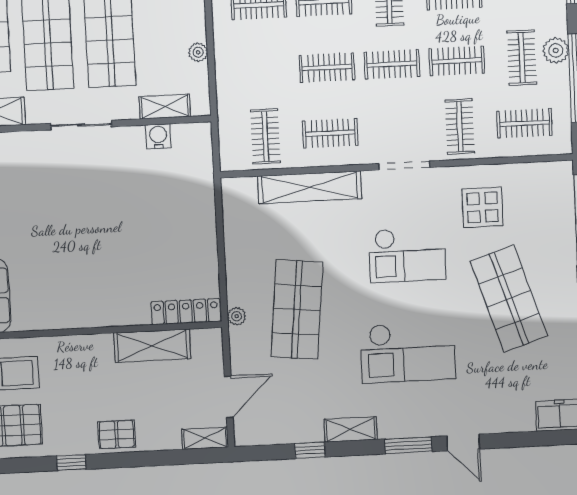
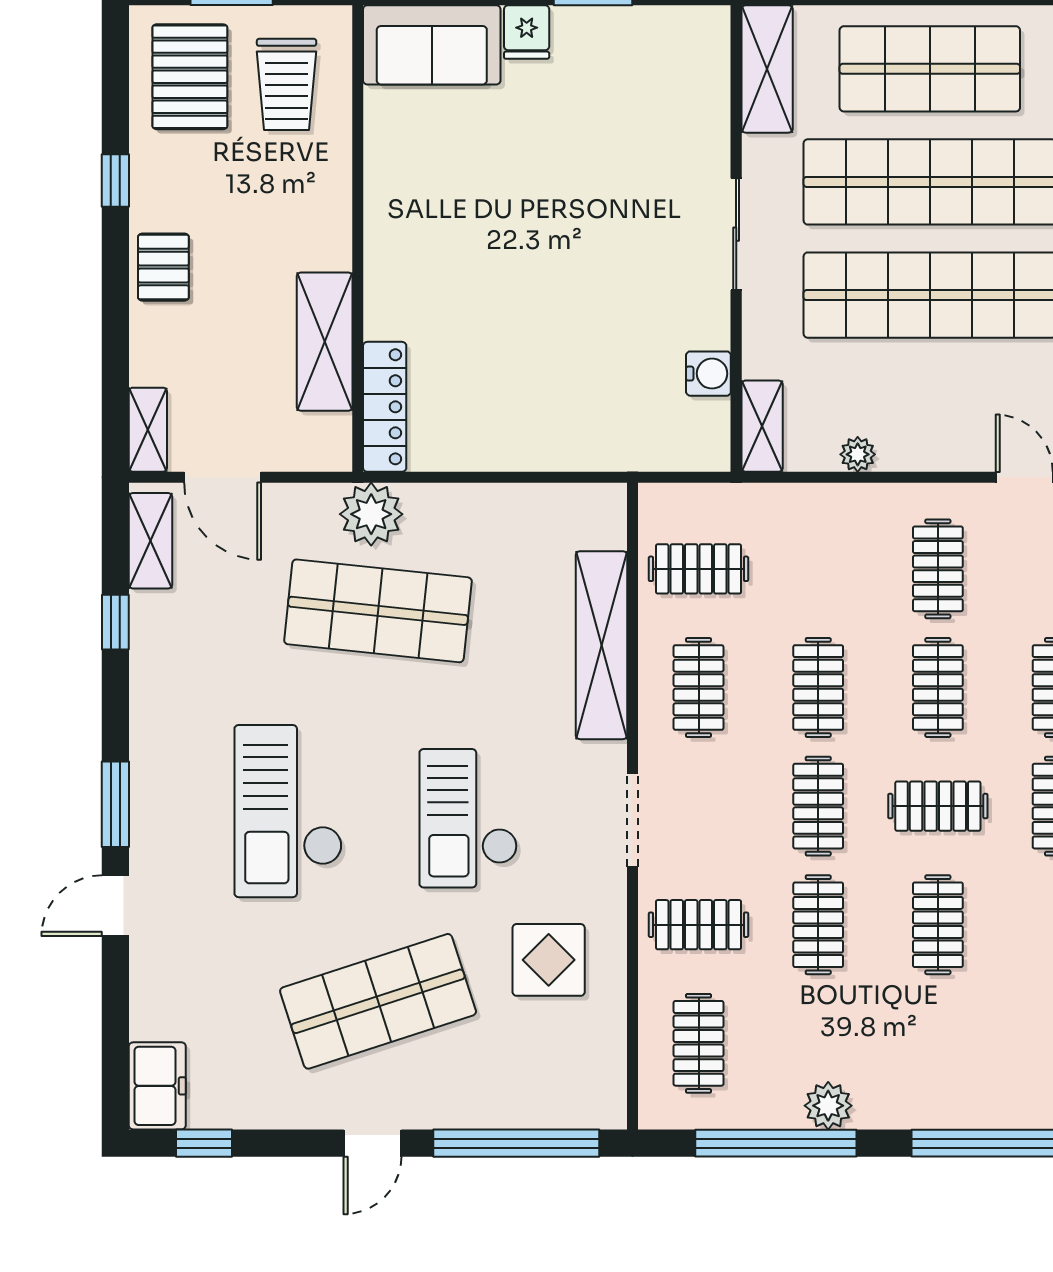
clothes rail: (522, 58) -> (818, 1043), removed
shelving: (165, 107) -> (762, 426), moved
plant: (237, 316) -> (371, 514), width x1.87, depth x1.87
shelving: (351, 429) -> (150, 541), moved

